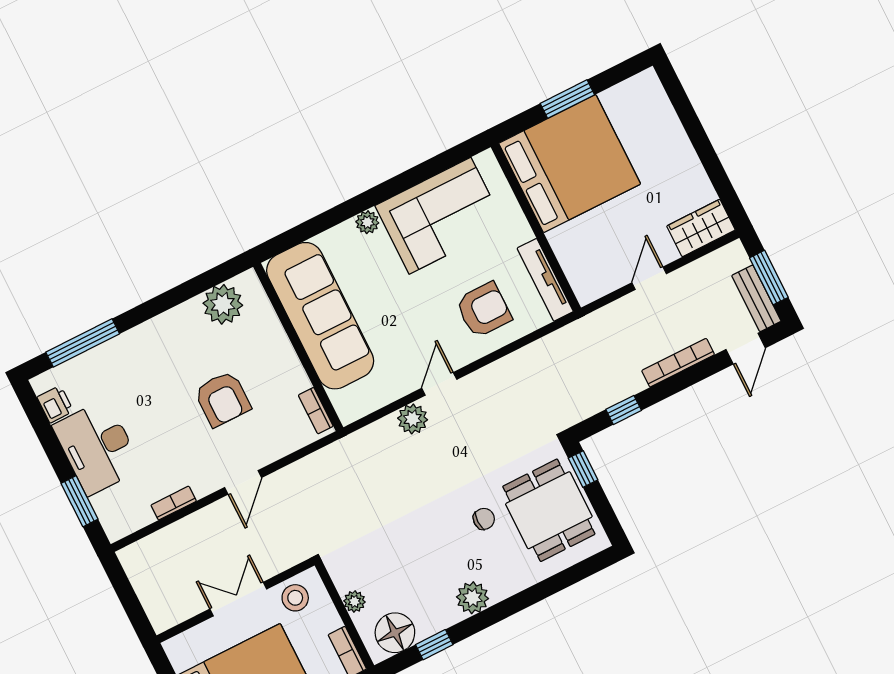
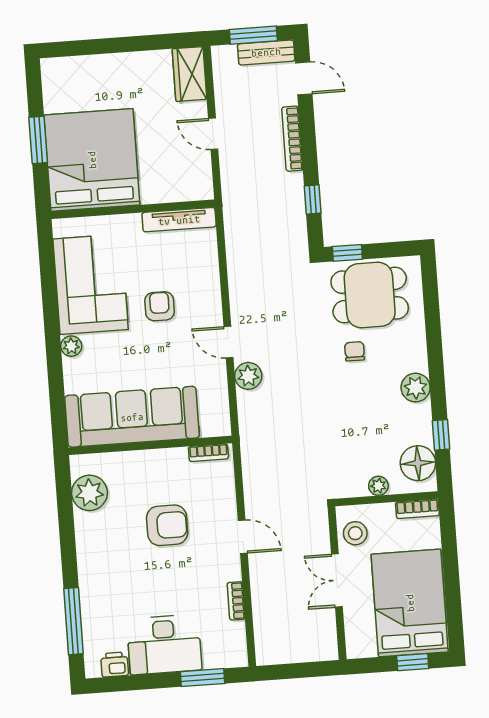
armchair: (484, 310) -> (160, 306), moved, width x0.72, depth x0.72

